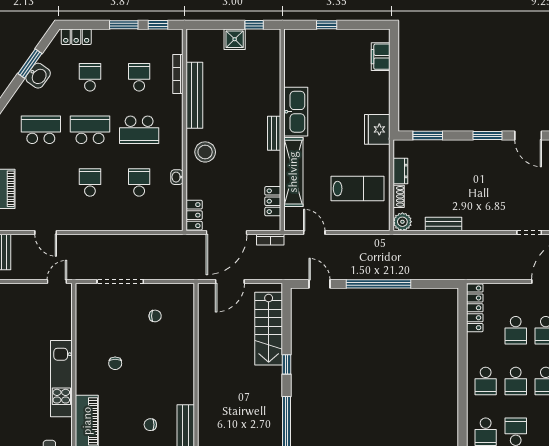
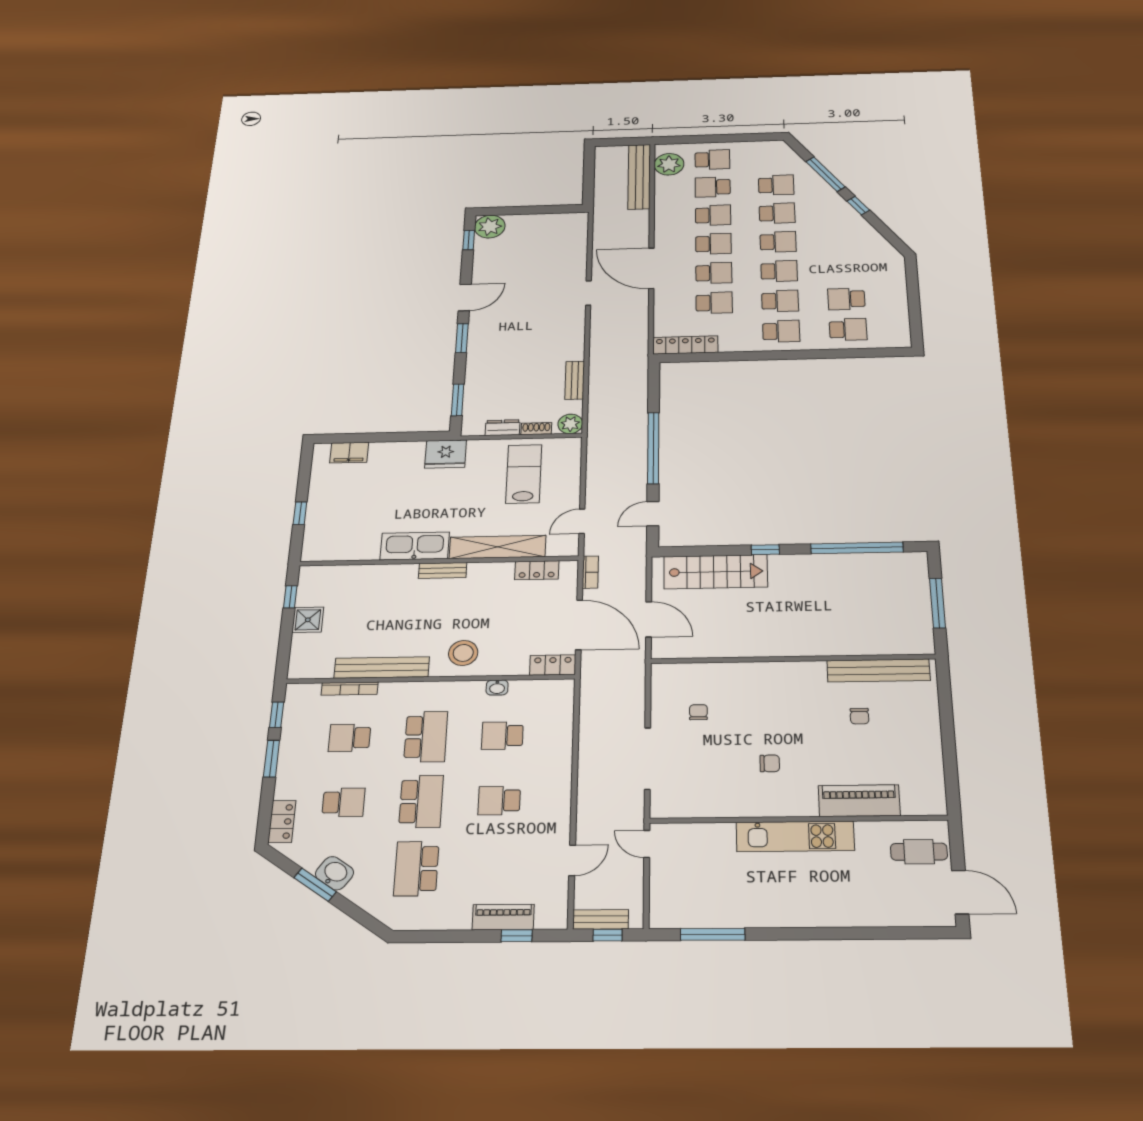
school desk: (90, 77) -> (344, 802), turned 180
school desk: (90, 130) -> (421, 801), turned 180

